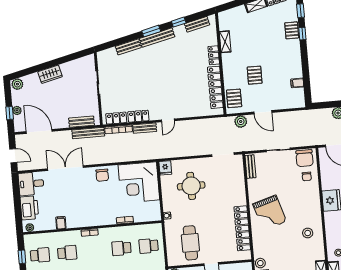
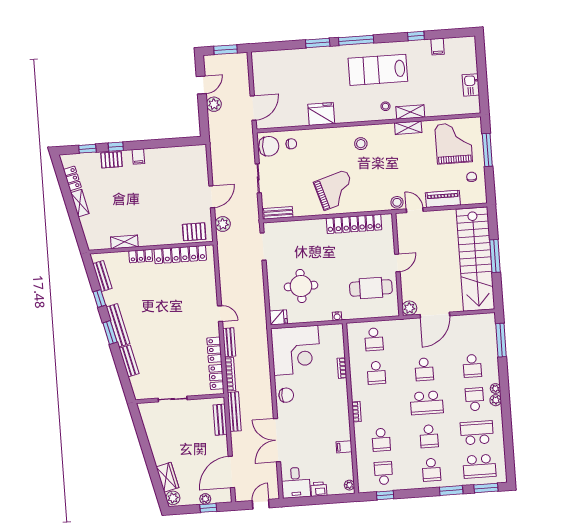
wardrobe: (50, 74) -> (167, 477), moved
pallet: (255, 75) -> (166, 206), removed
filing cabinet: (297, 83) -> (138, 157), moved
printer: (29, 208) -> (319, 489), width x0.53, depth x0.68
school desk: (67, 253) -> (381, 440), turned 180

